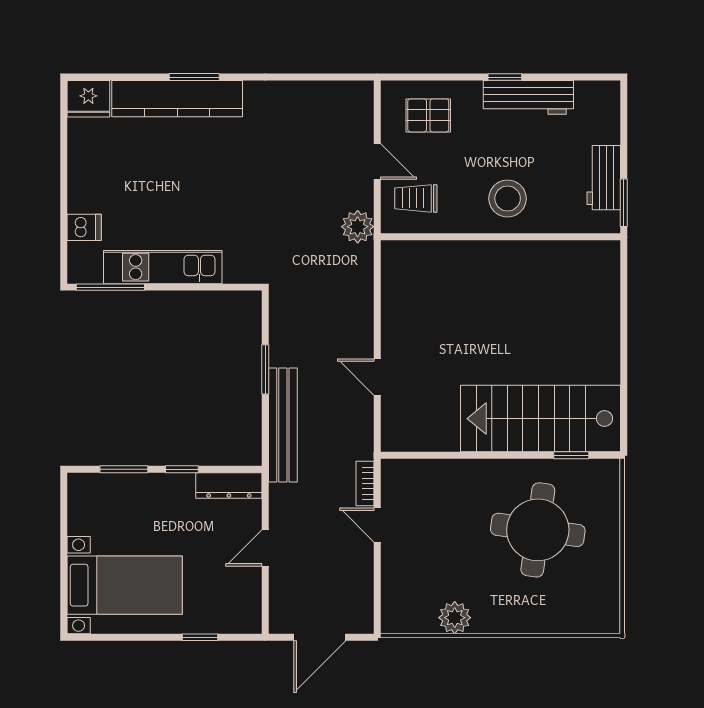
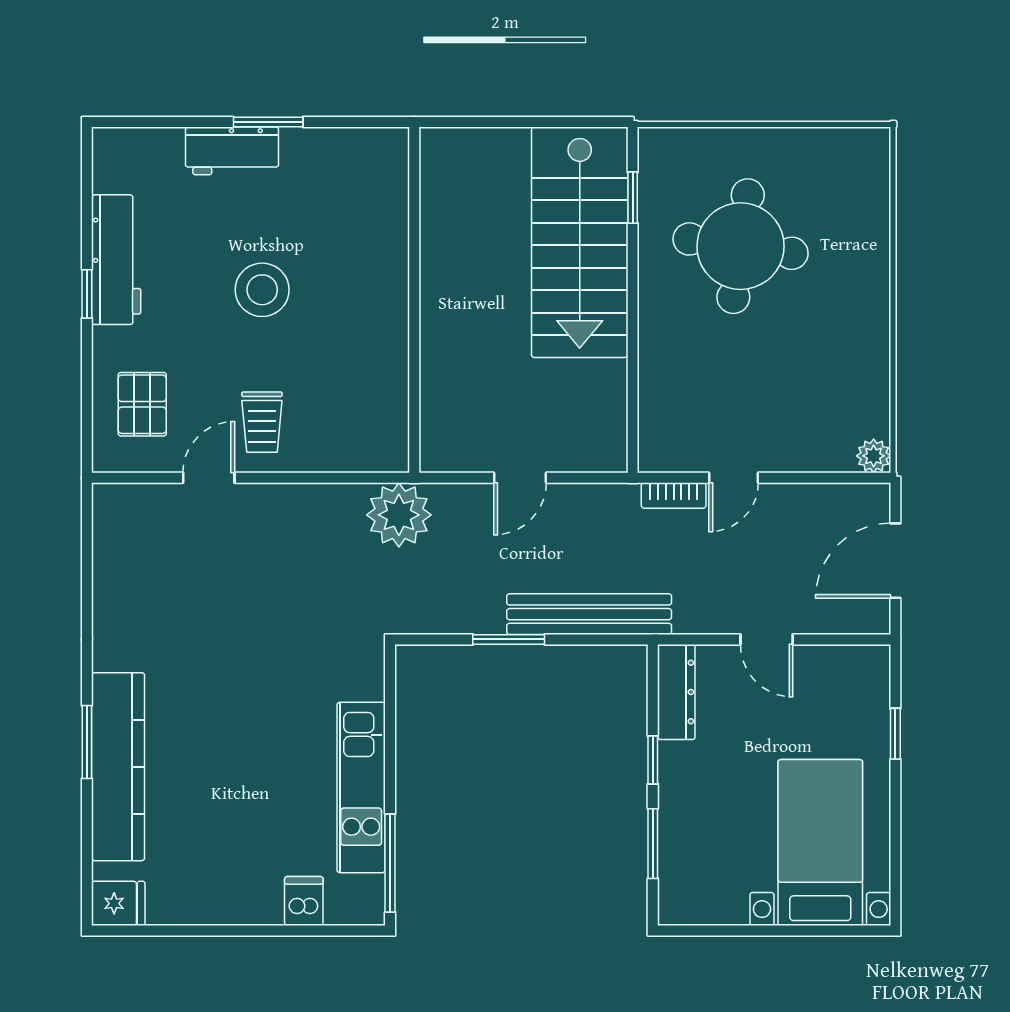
fridge: (88, 99) -> (118, 903), width x0.72
plant: (358, 227) -> (399, 515), moved, width x1.36, depth x1.36
wall: (501, 237) -> (414, 300), moved
plant: (455, 618) -> (874, 456), moved, width x0.73, depth x0.73
door: (320, 637) -> (895, 561), swing flipped

